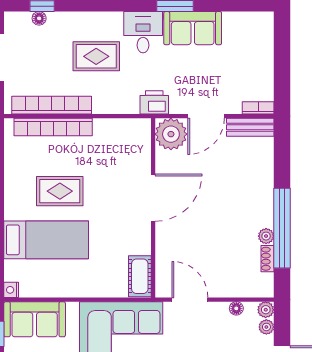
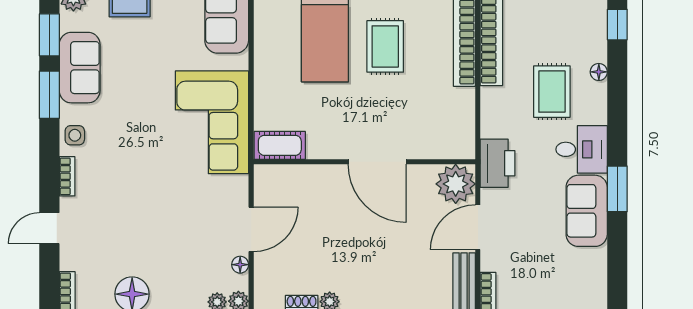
floor lamp: (39, 18) -> (599, 72), moved
printer: (154, 102) -> (498, 163), width x1.37, depth x1.19
door: (206, 116) -> (478, 227), hinge flipped
door: (190, 300) -> (251, 229), moved

